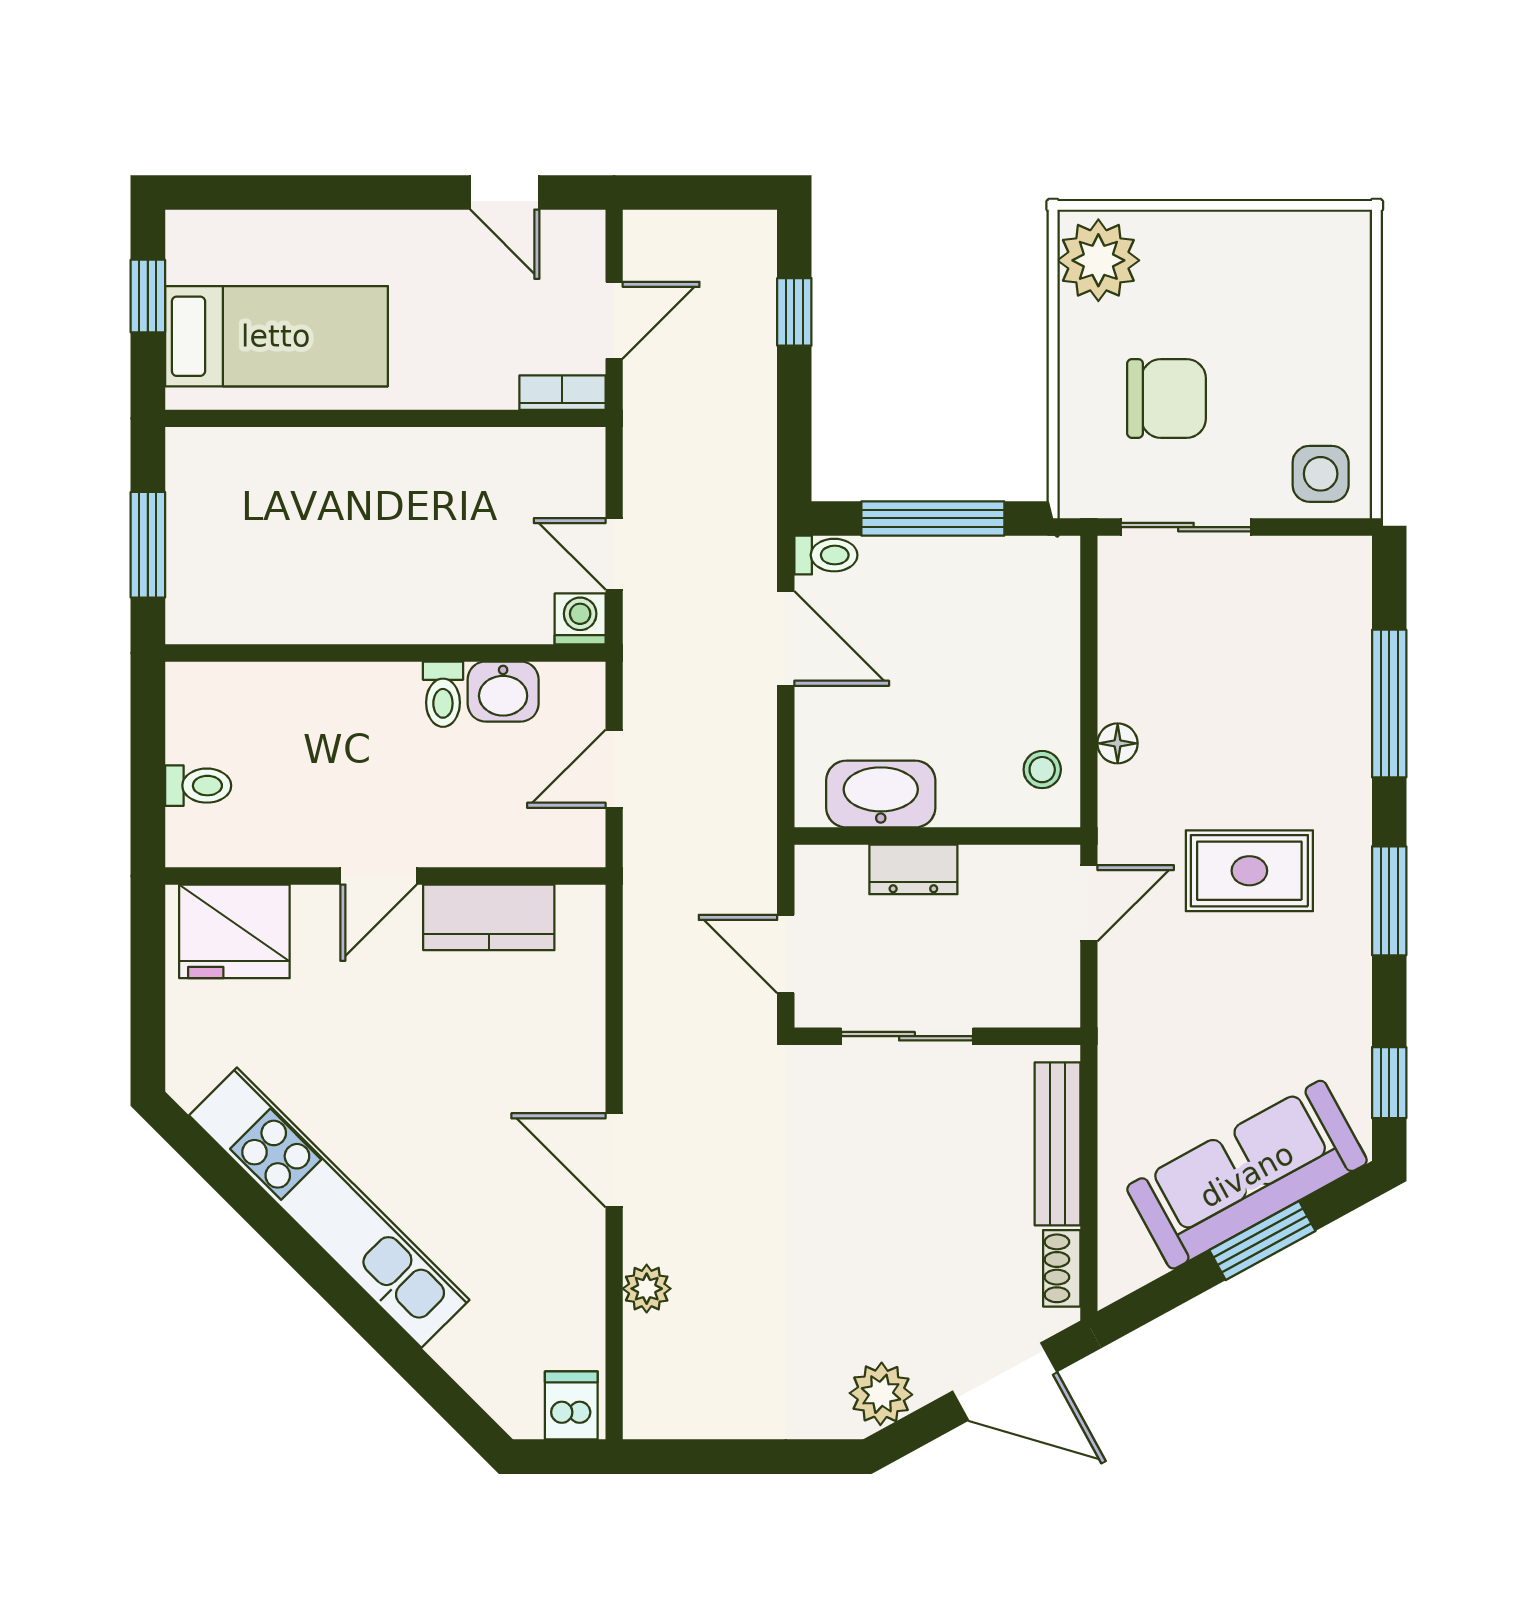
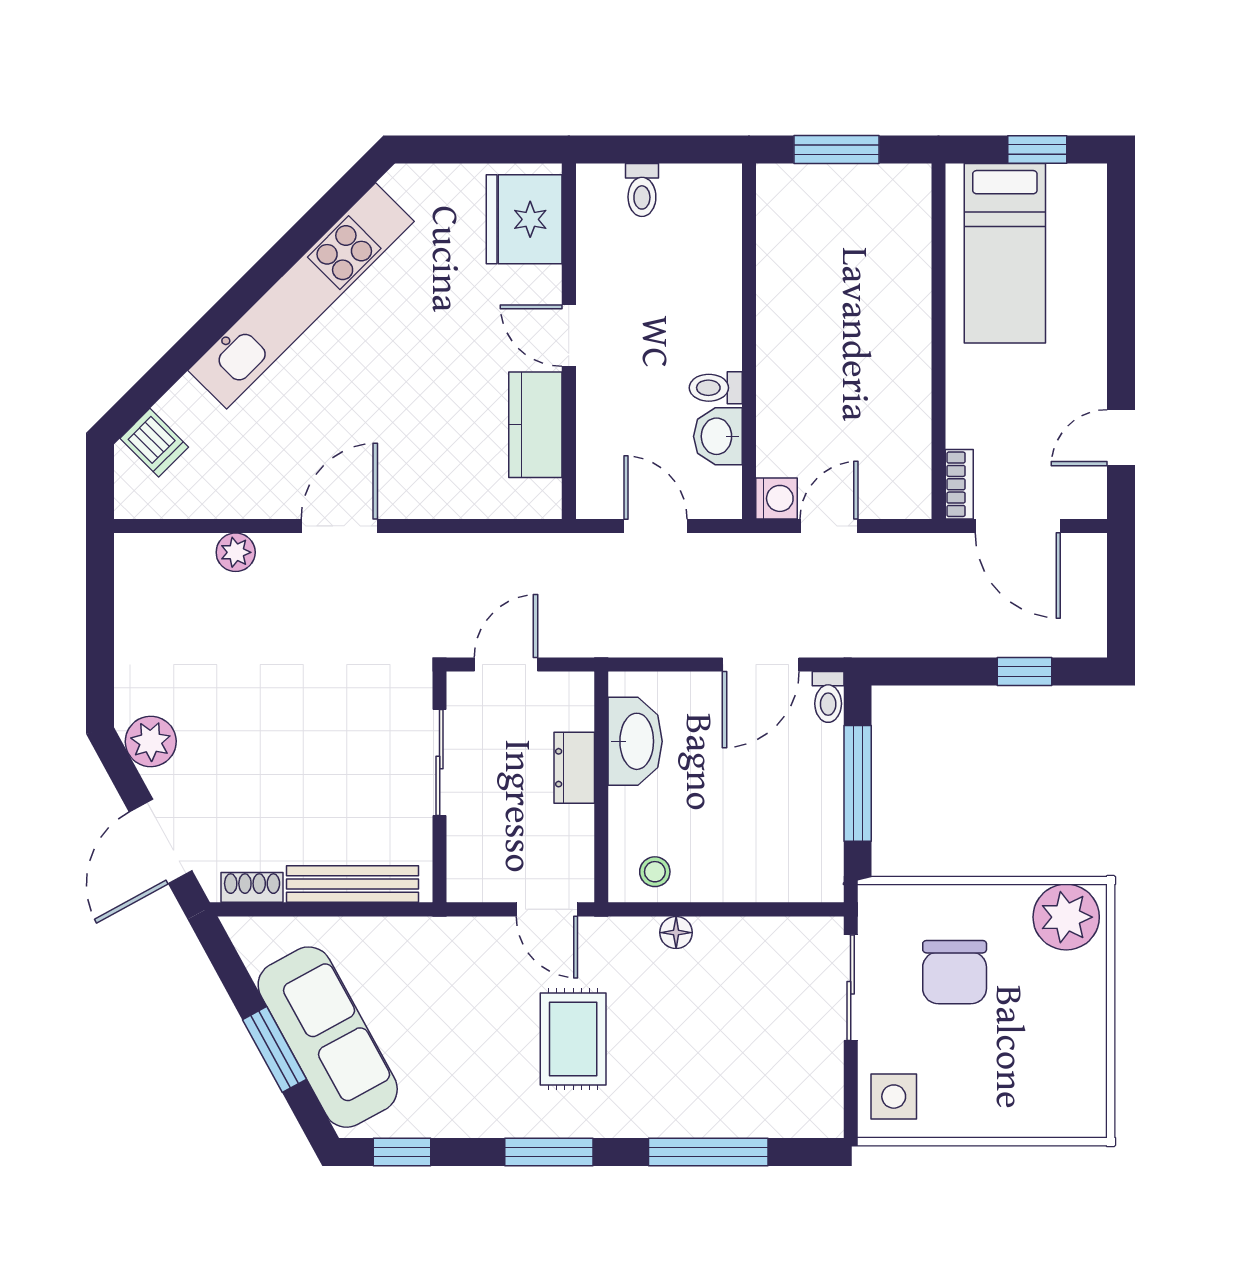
door: (614, 320) -> (1018, 526), width x1.38
dishwasher: (571, 1405) -> (154, 443), moved, turned 45

